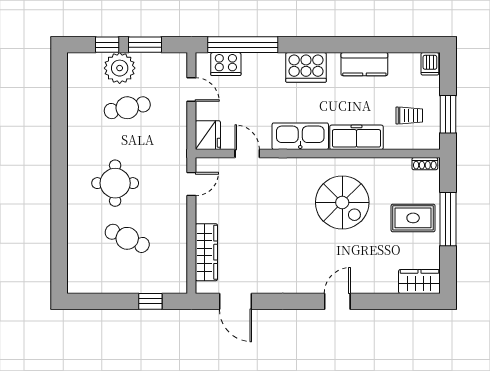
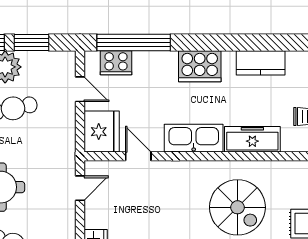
fridge: (208, 135) -> (102, 132), width x1.36, depth x1.34

